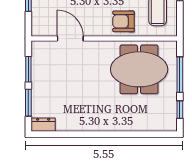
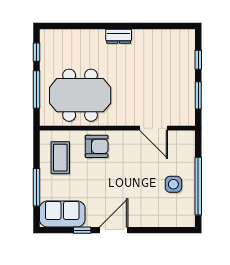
window: (28, 103) -> (198, 60), width x0.67
dresser: (43, 125) -> (119, 36), moved

